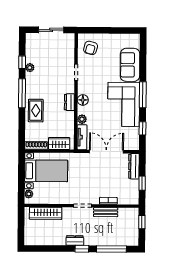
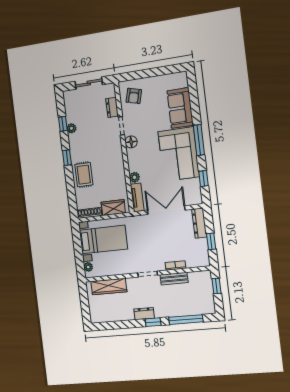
window: (22, 93) -> (67, 158), width x0.46
floor lamp: (83, 100) -> (131, 142), moved
dresser: (69, 102) -> (112, 107), moved

